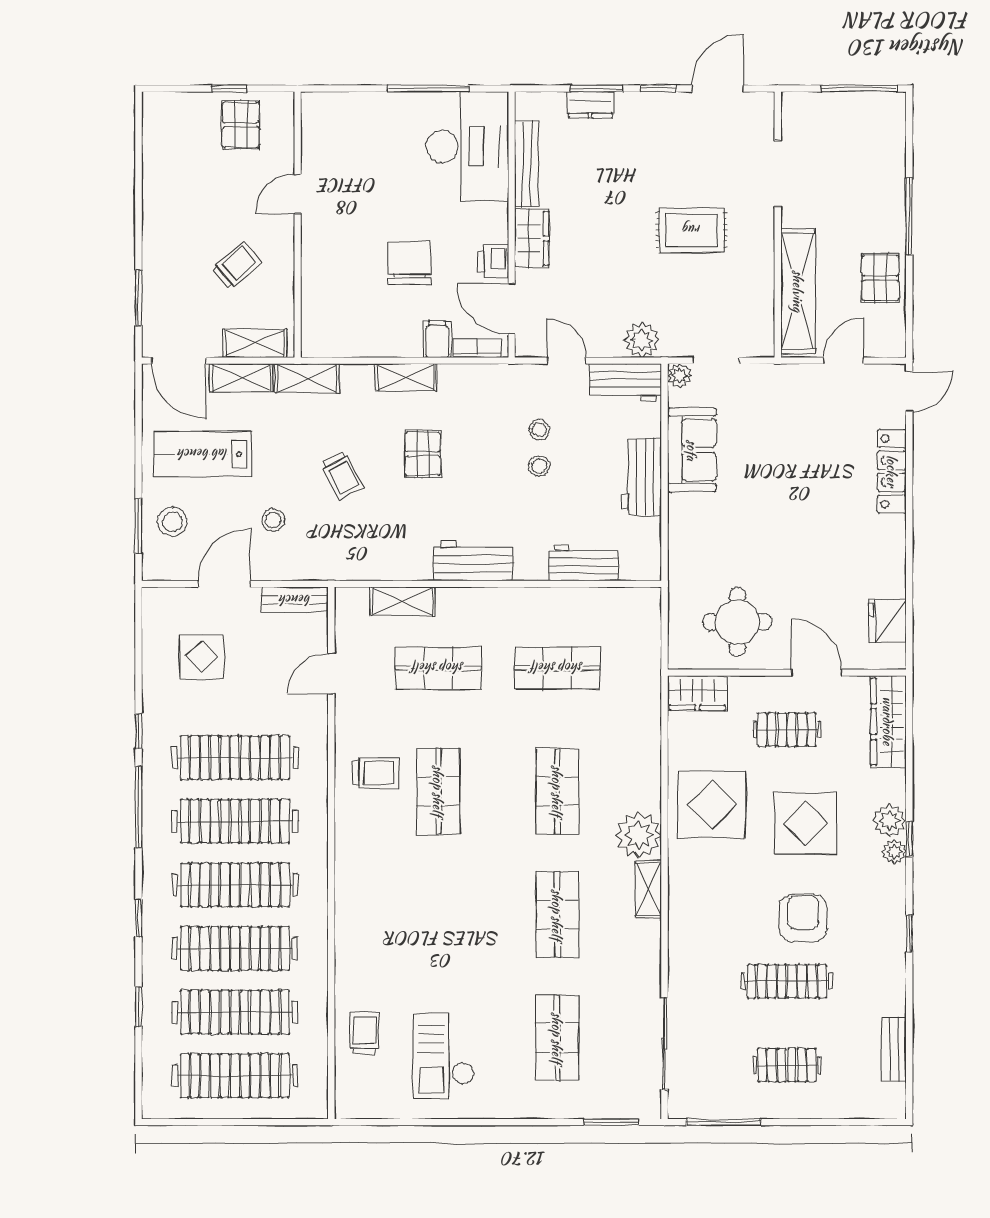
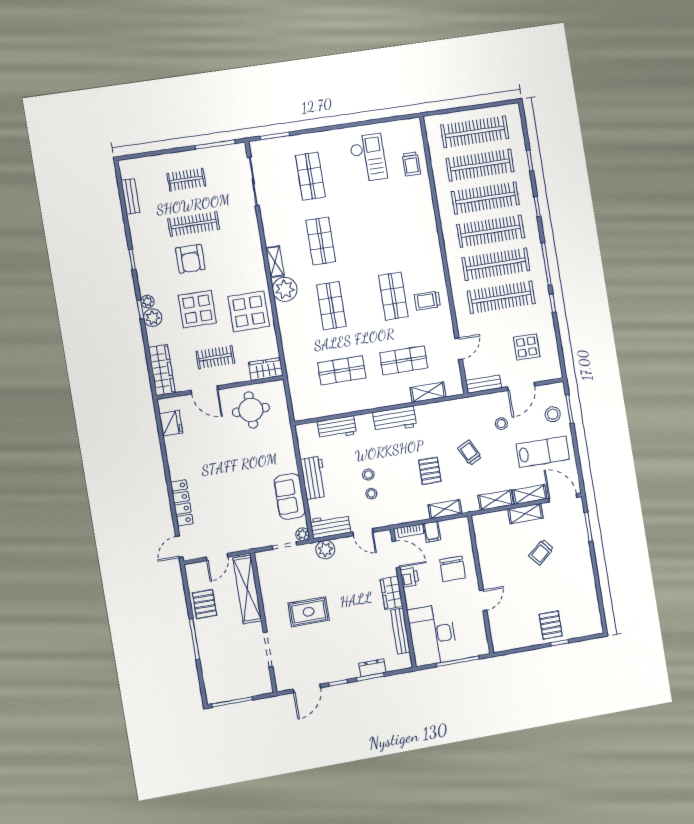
door: (298, 194) -> (483, 600), moved
wall: (298, 225) -> (481, 585), moved

